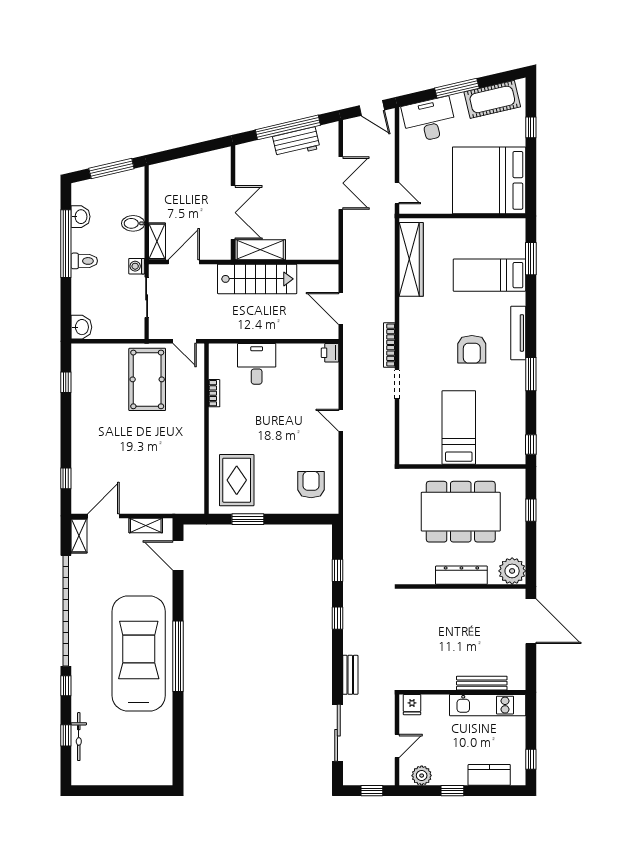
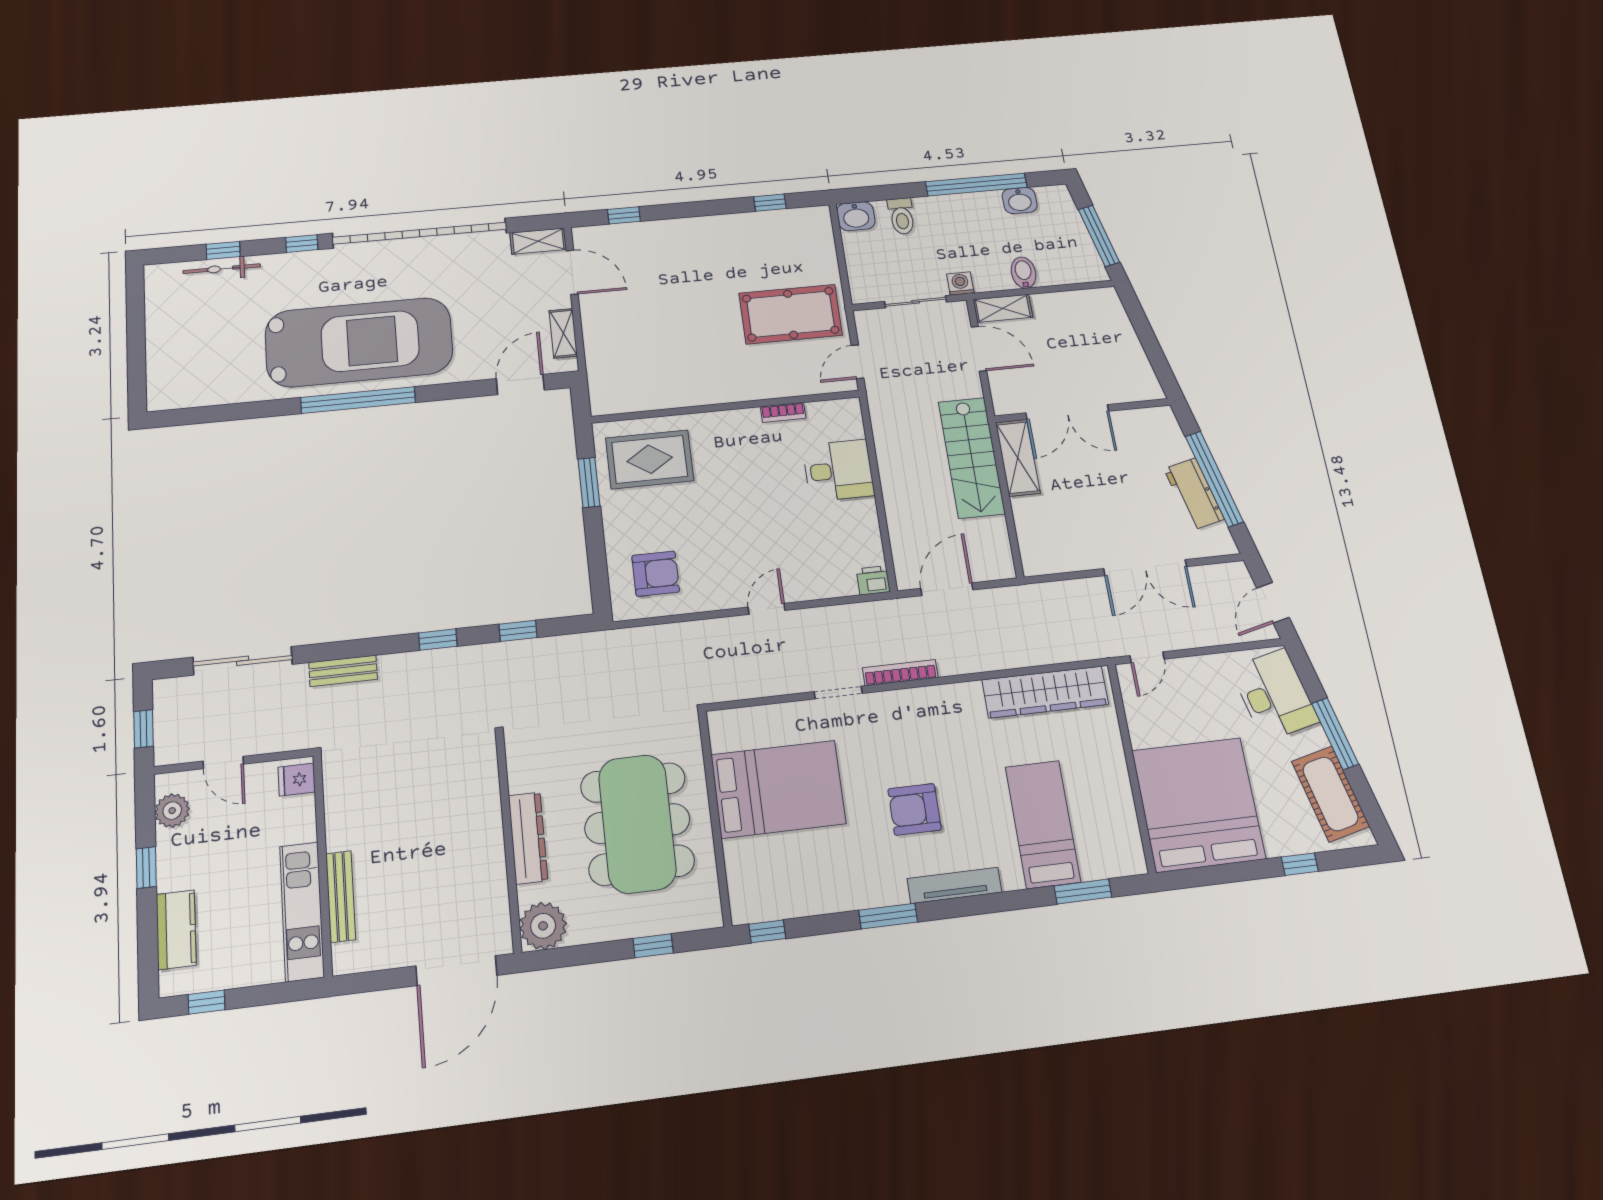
toilet: (84, 261) -> (902, 216), moved
bed: (459, 427) -> (778, 789), width x1.50

